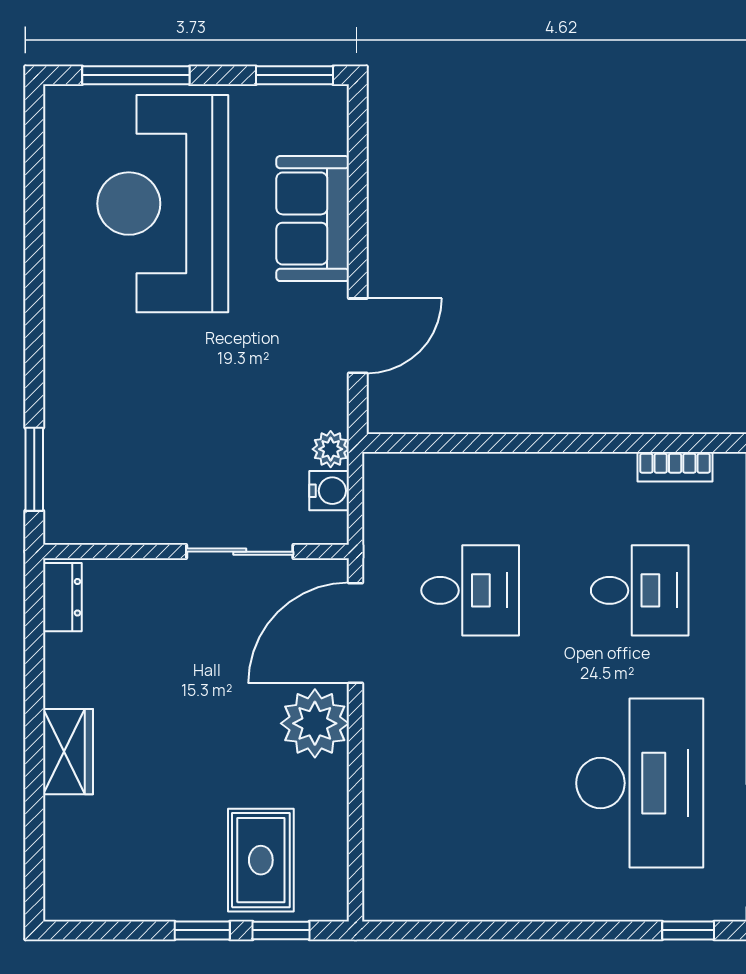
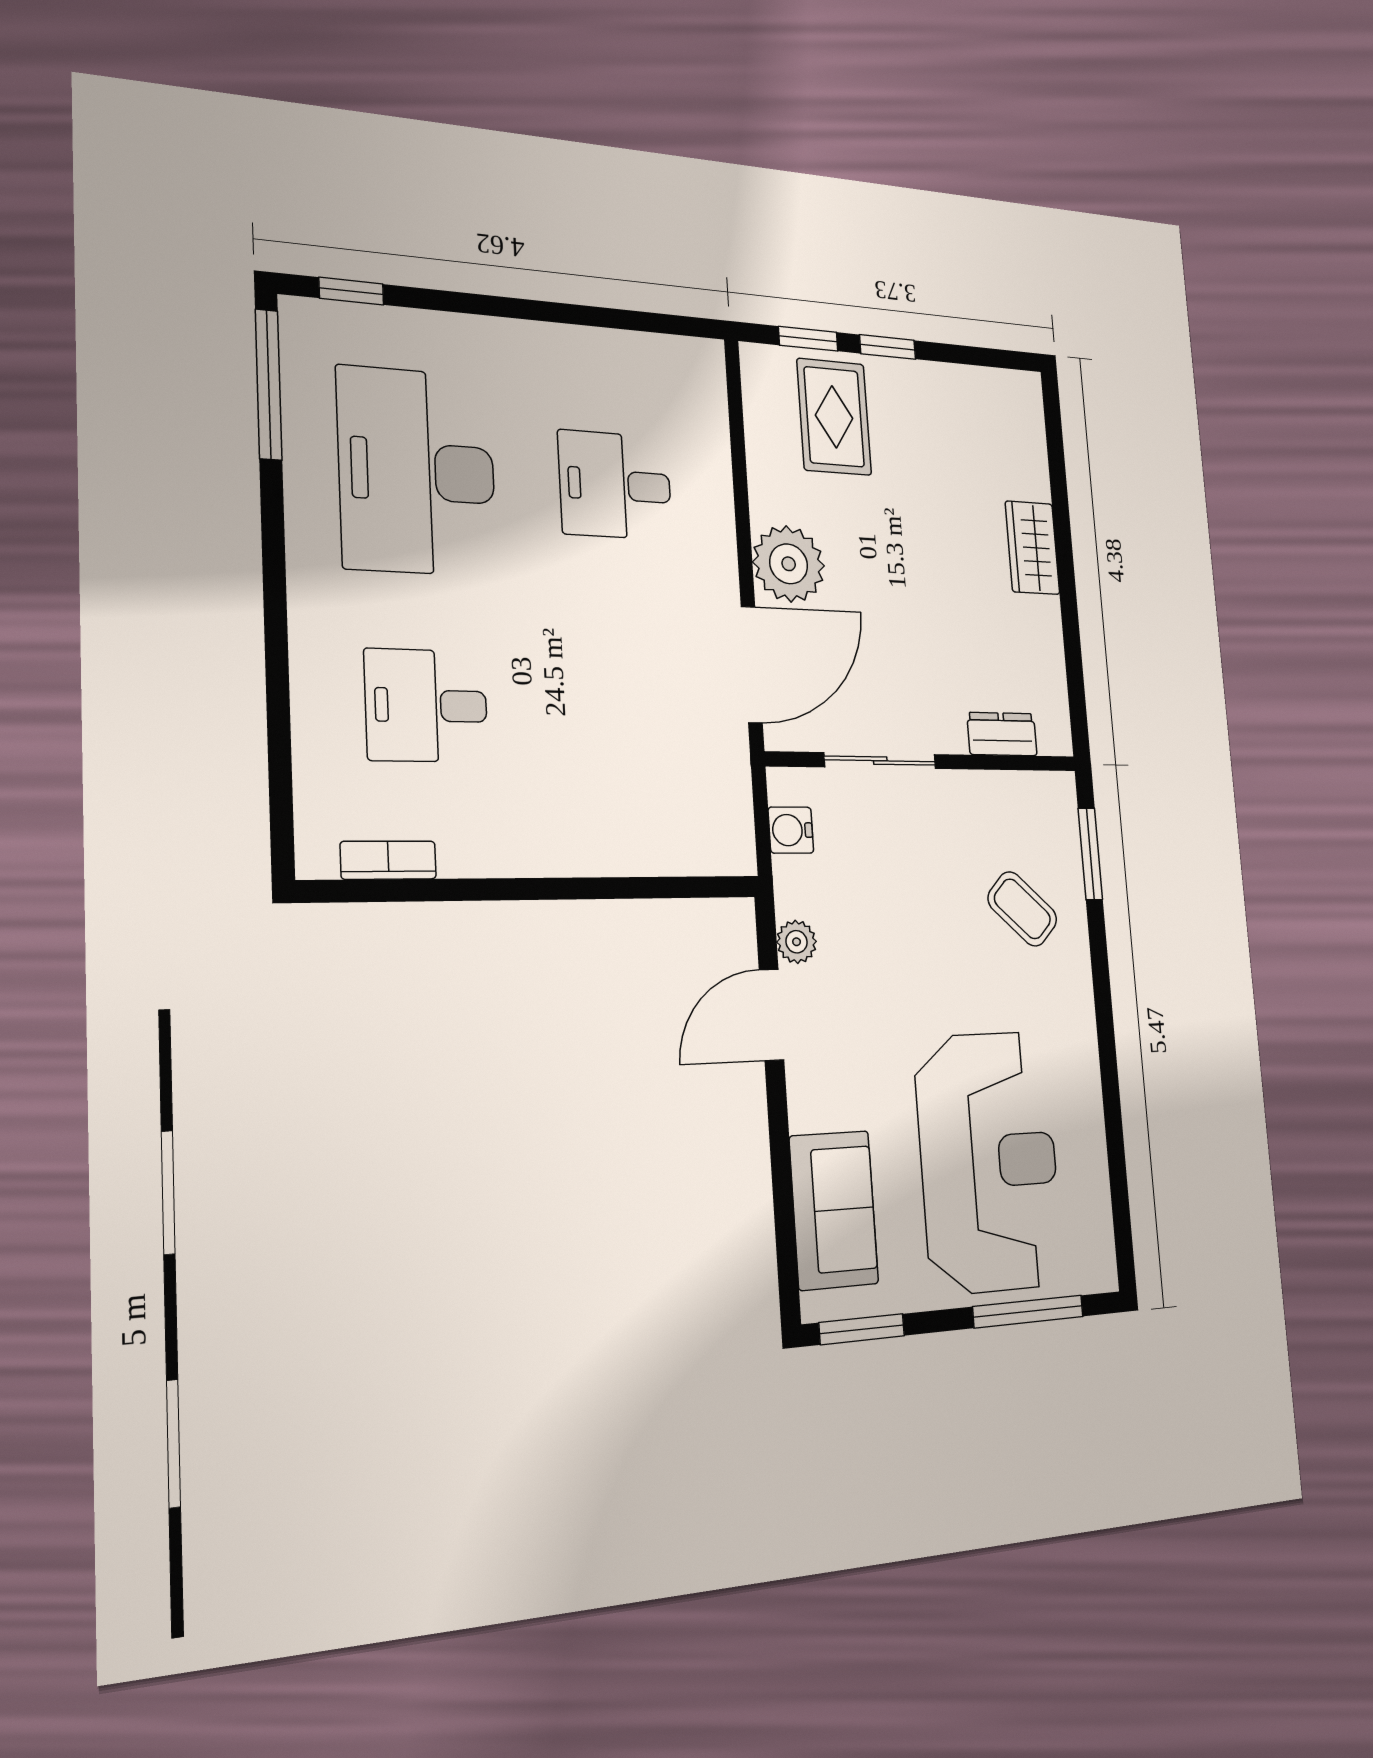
sofa: (313, 219) -> (834, 1210), moved
coffee table: (110, 420) -> (1022, 909), added
plant: (331, 449) -> (797, 942), moved
desk: (470, 590) -> (615, 485), moved
dresser: (62, 597) -> (1002, 734), moved, turned 90

